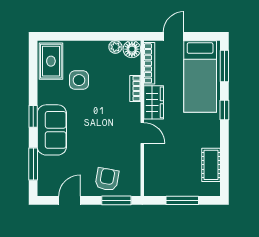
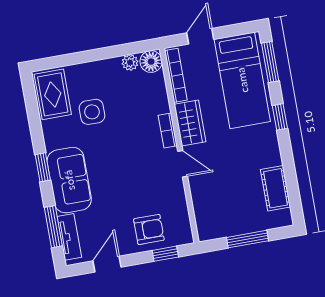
bookcase: (135, 88) -> (168, 130), moved
tv unit: (44, 174) -> (69, 237), added
armchair: (107, 179) -> (149, 229), turned 80
window: (116, 200) -> (165, 254), width x0.67

